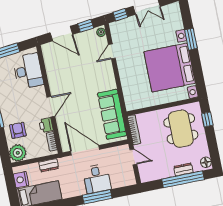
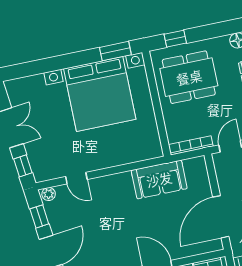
window: (191, 39) -> (115, 51), moved
sofa: (112, 114) -> (159, 179), width x0.73

